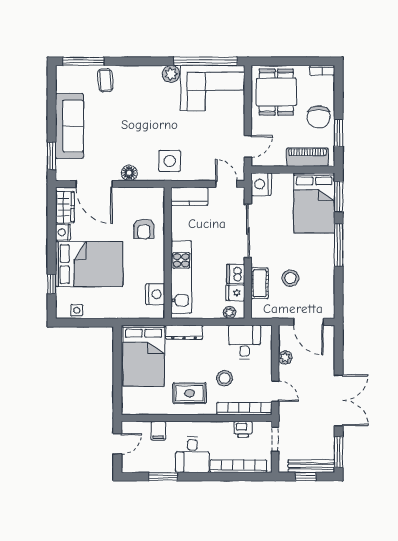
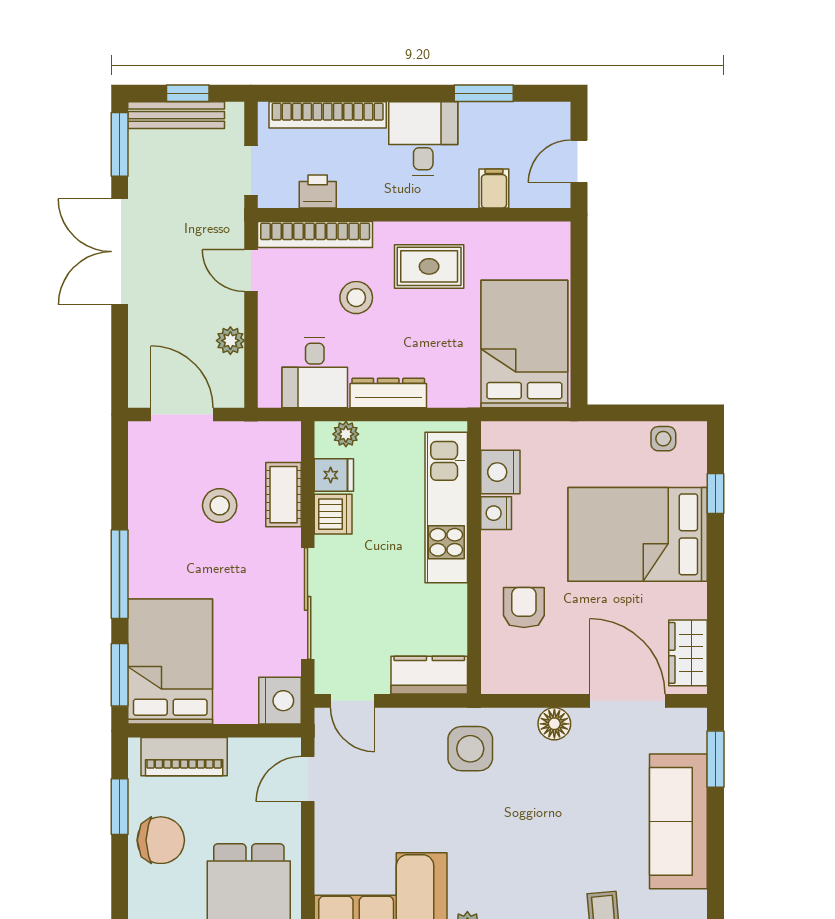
chair: (319, 117) -> (161, 840), turned 90
nightstand: (63, 232) -> (496, 513), moved, turned 180
dresser: (184, 332) -> (388, 393), moved

